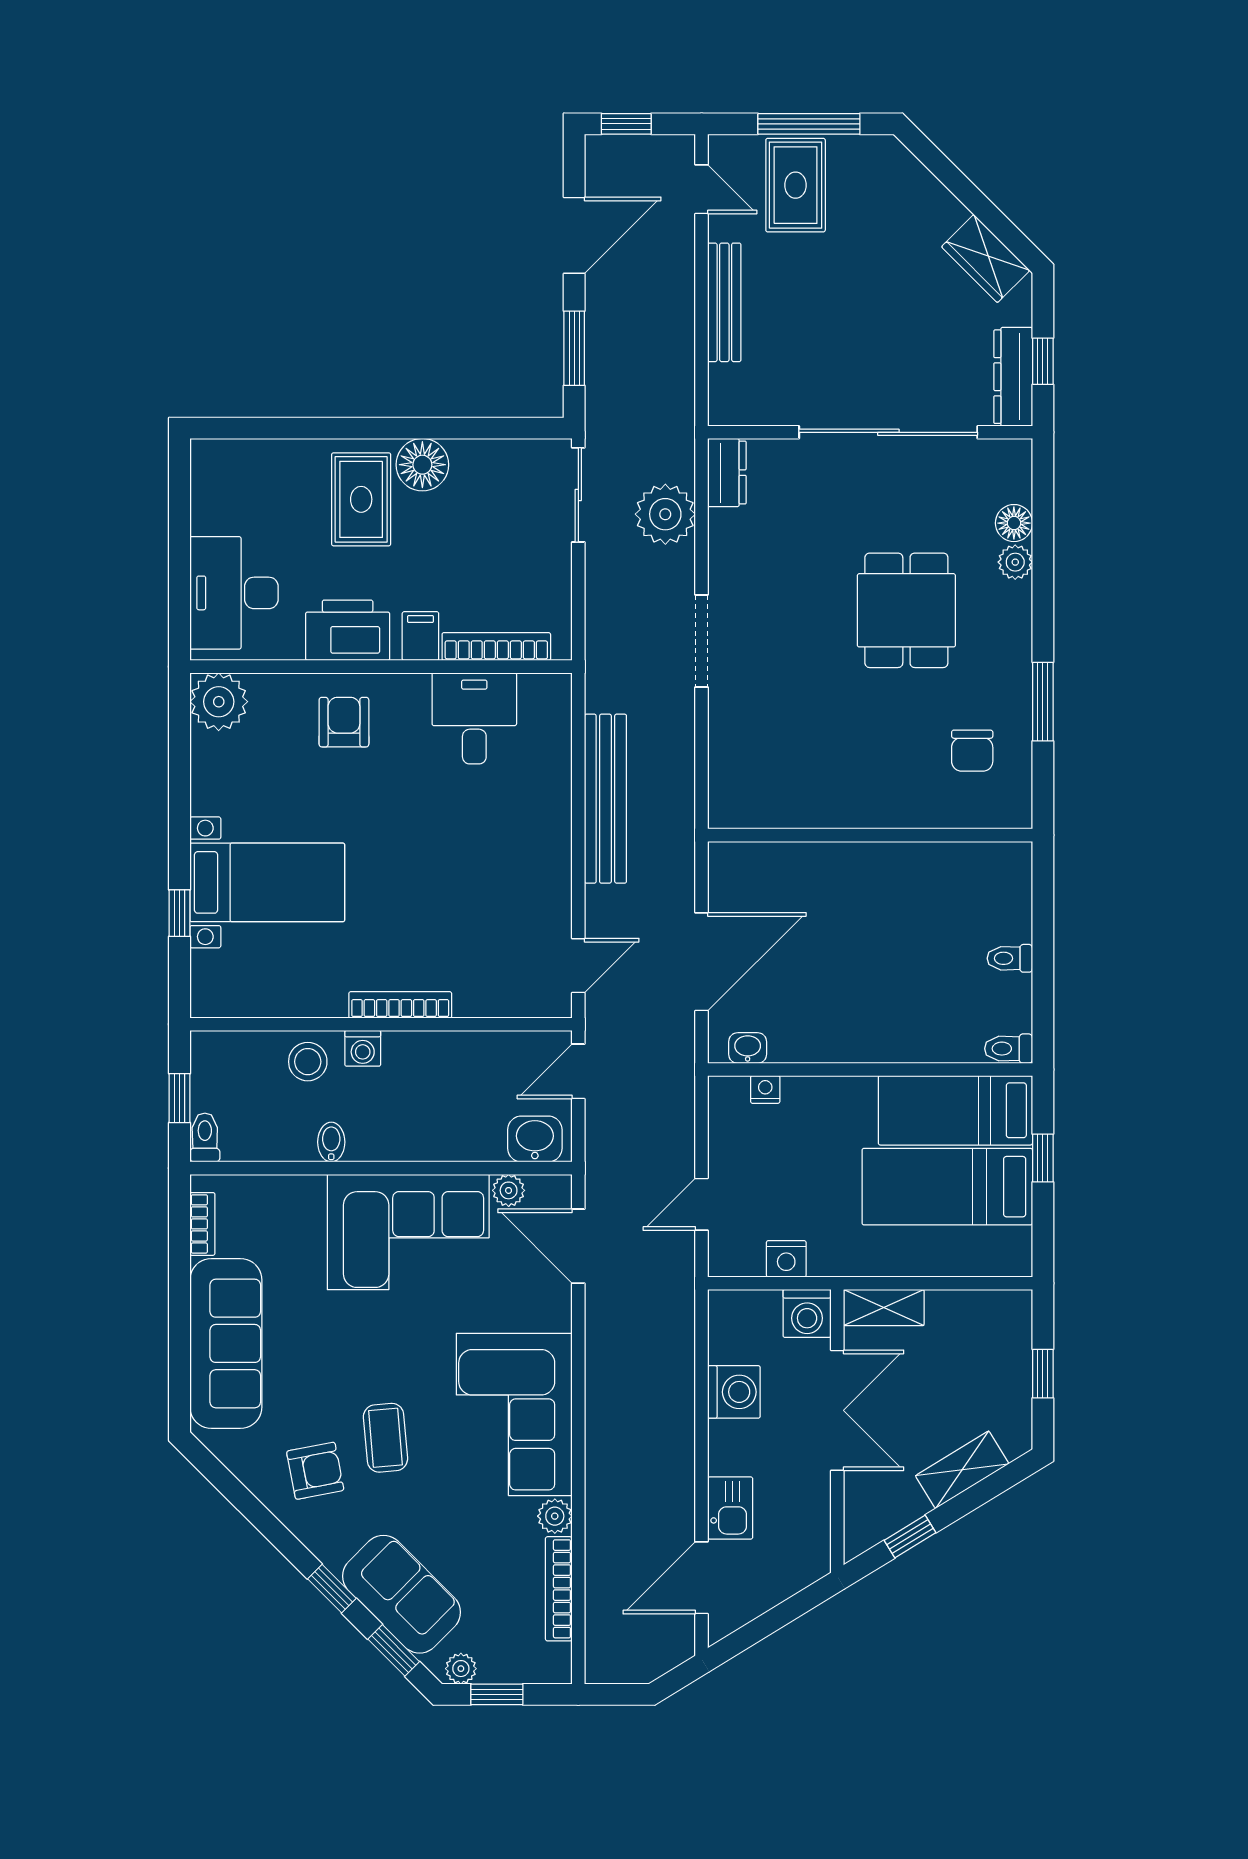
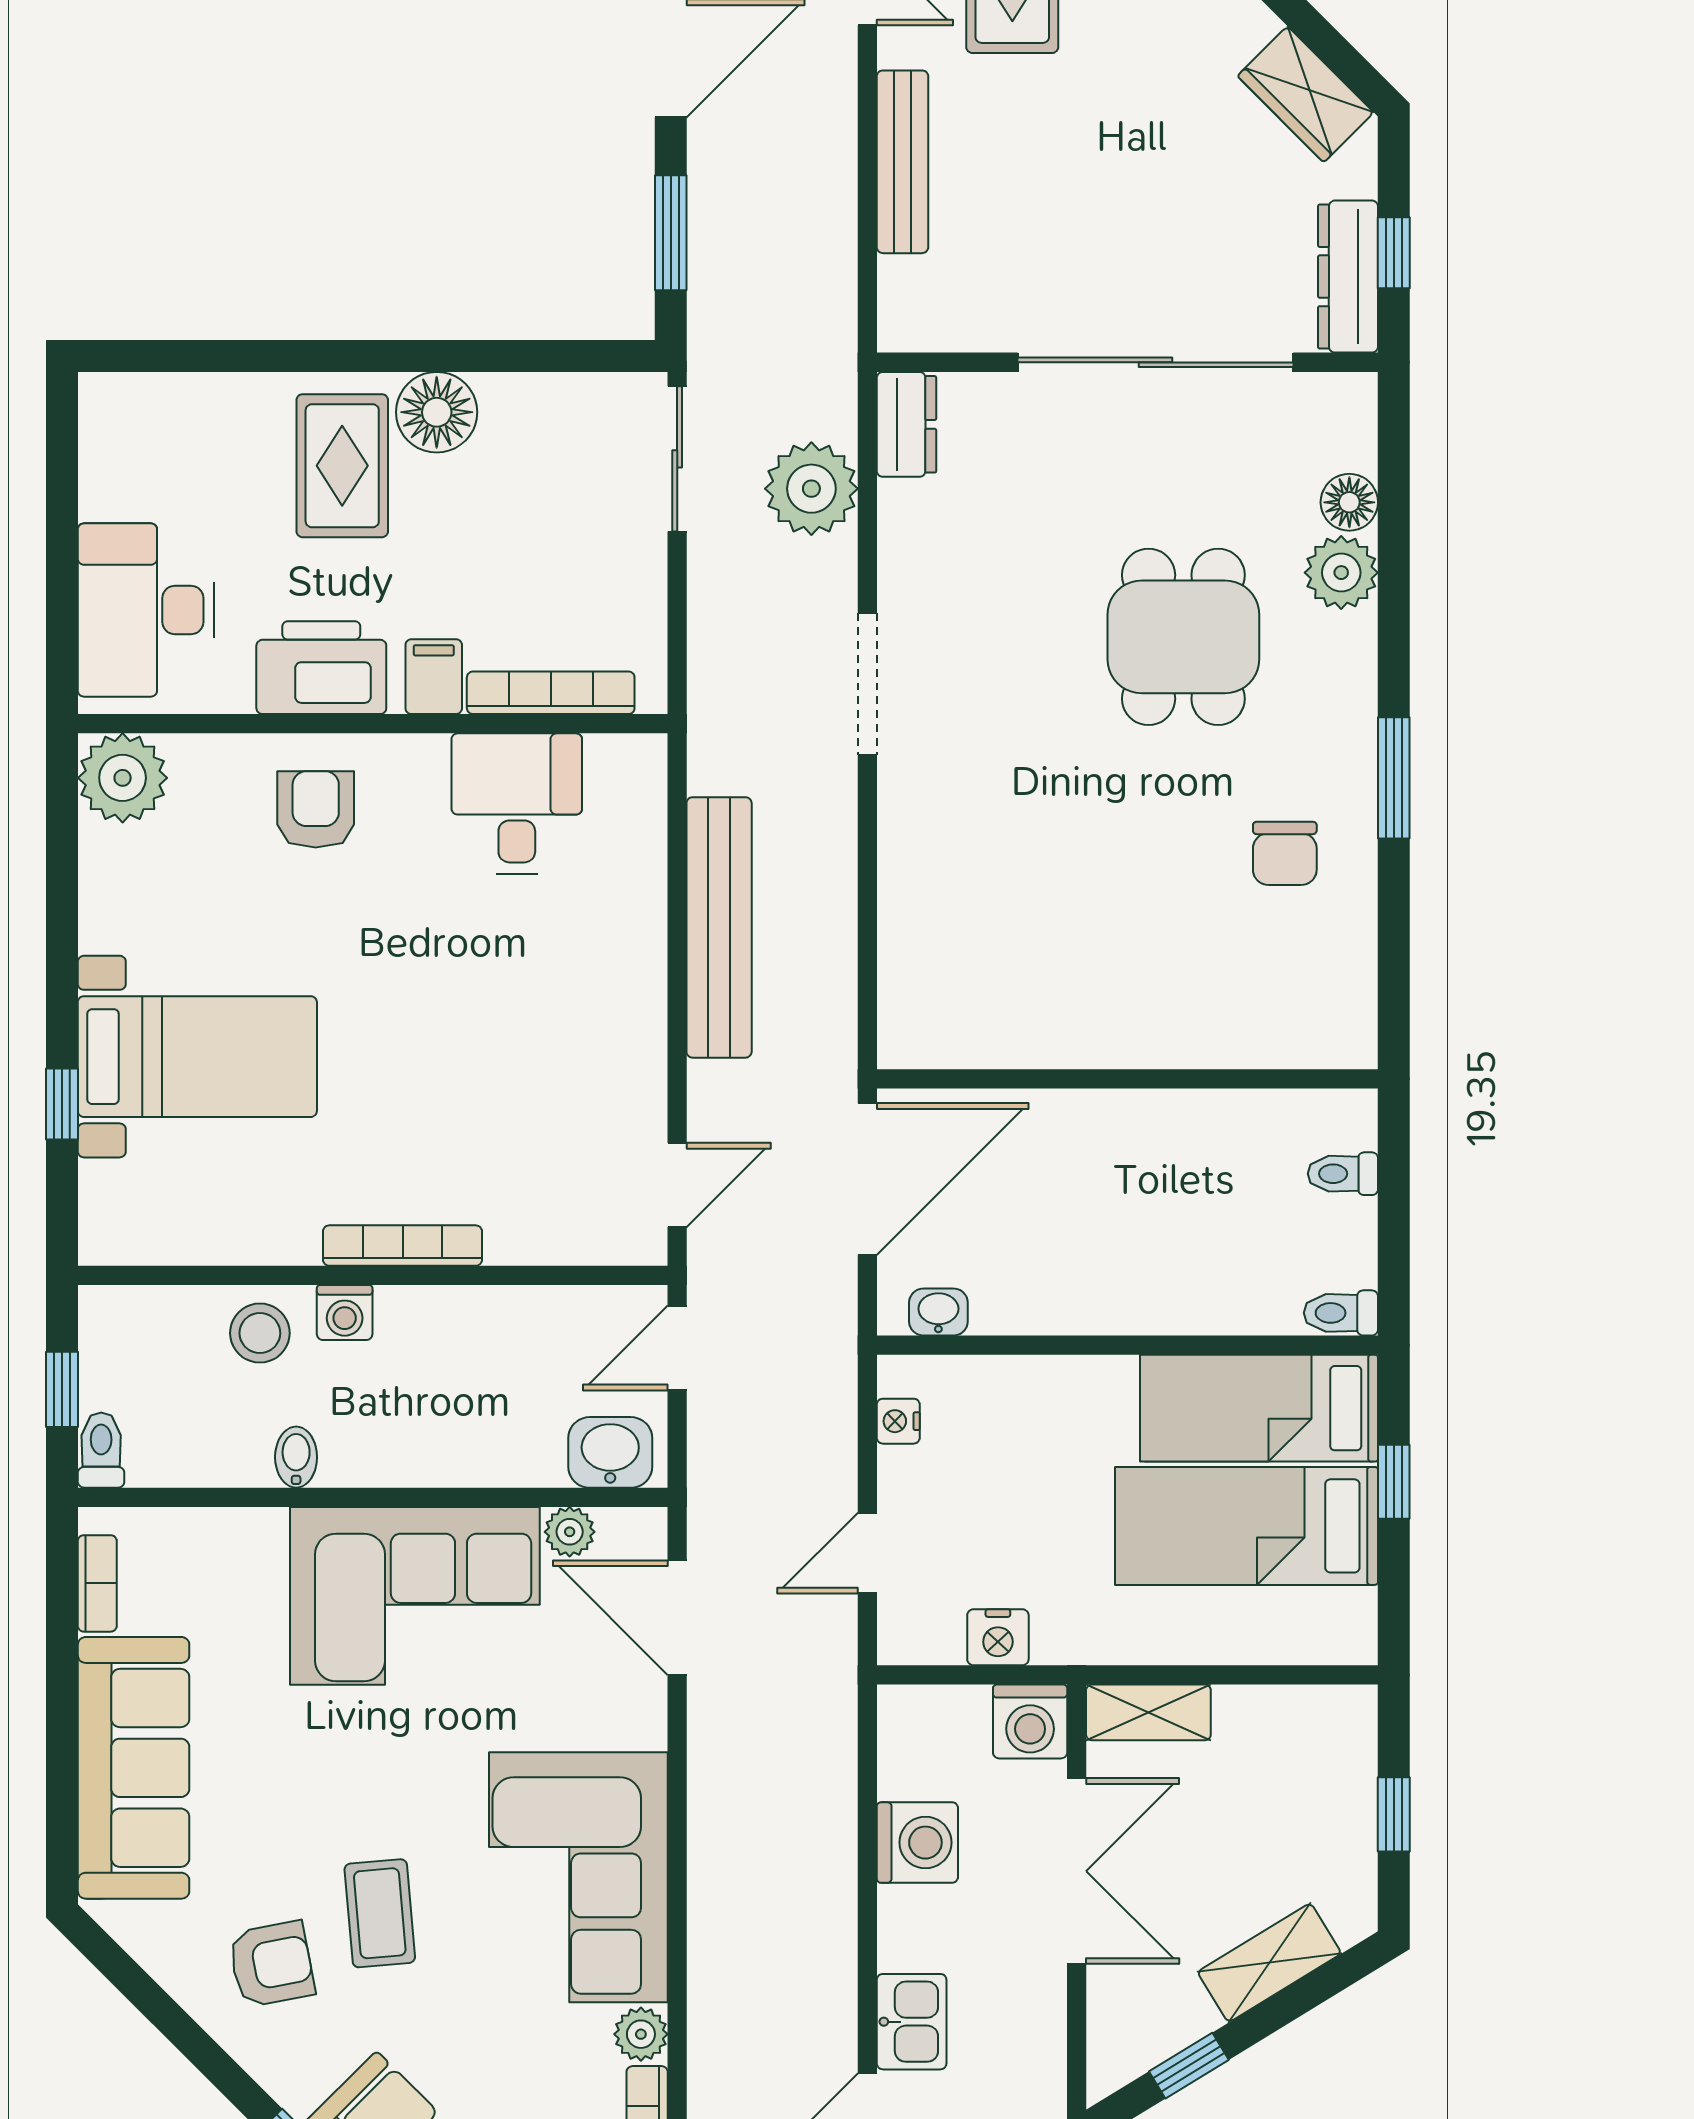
plant: (1015, 562) -> (1341, 573), width x1.38, depth x1.38
wall: (870, 835) -> (1127, 1079), moved
nightstand: (765, 1089) -> (898, 1421), moved, turned -90

